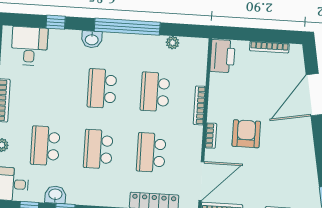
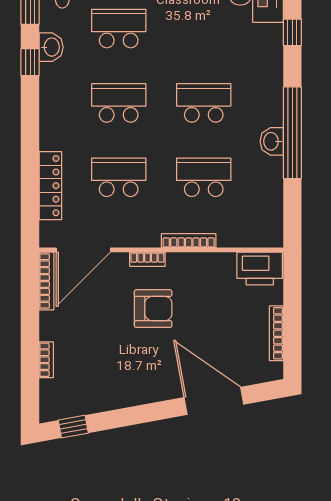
washbasin: (92, 39) -> (272, 141), moved
plant: (173, 43) -> (274, 197), removed
door: (201, 181) -> (83, 250), hinge flipped

